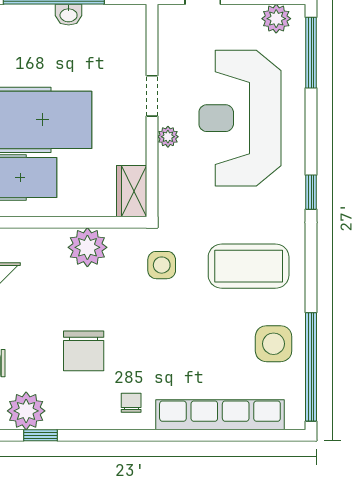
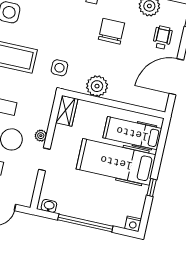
washbasin: (69, 15) -> (49, 206), moved

